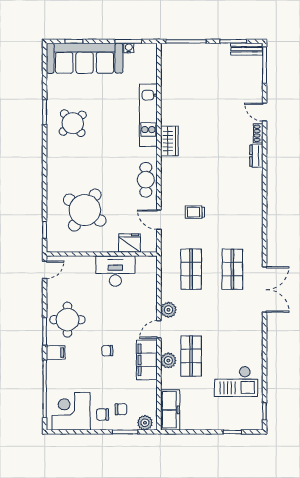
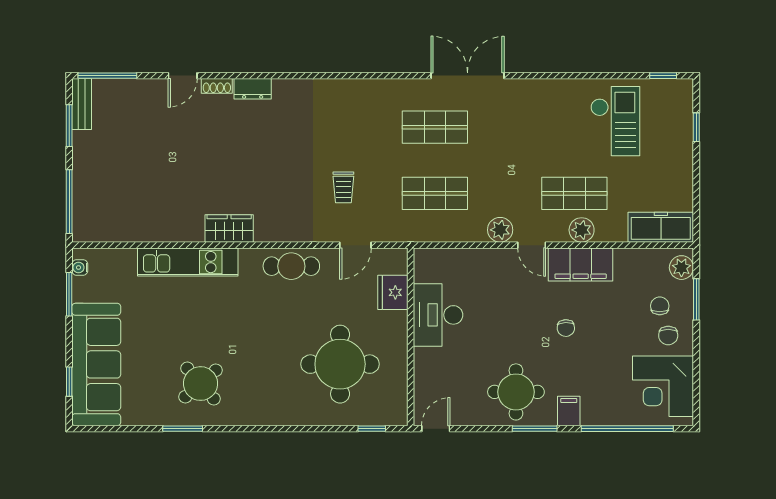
water cooler: (129, 48) -> (80, 267), moved
round table: (85, 210) -> (340, 364), turned -34
door: (45, 270) -> (436, 429), hinge flipped

